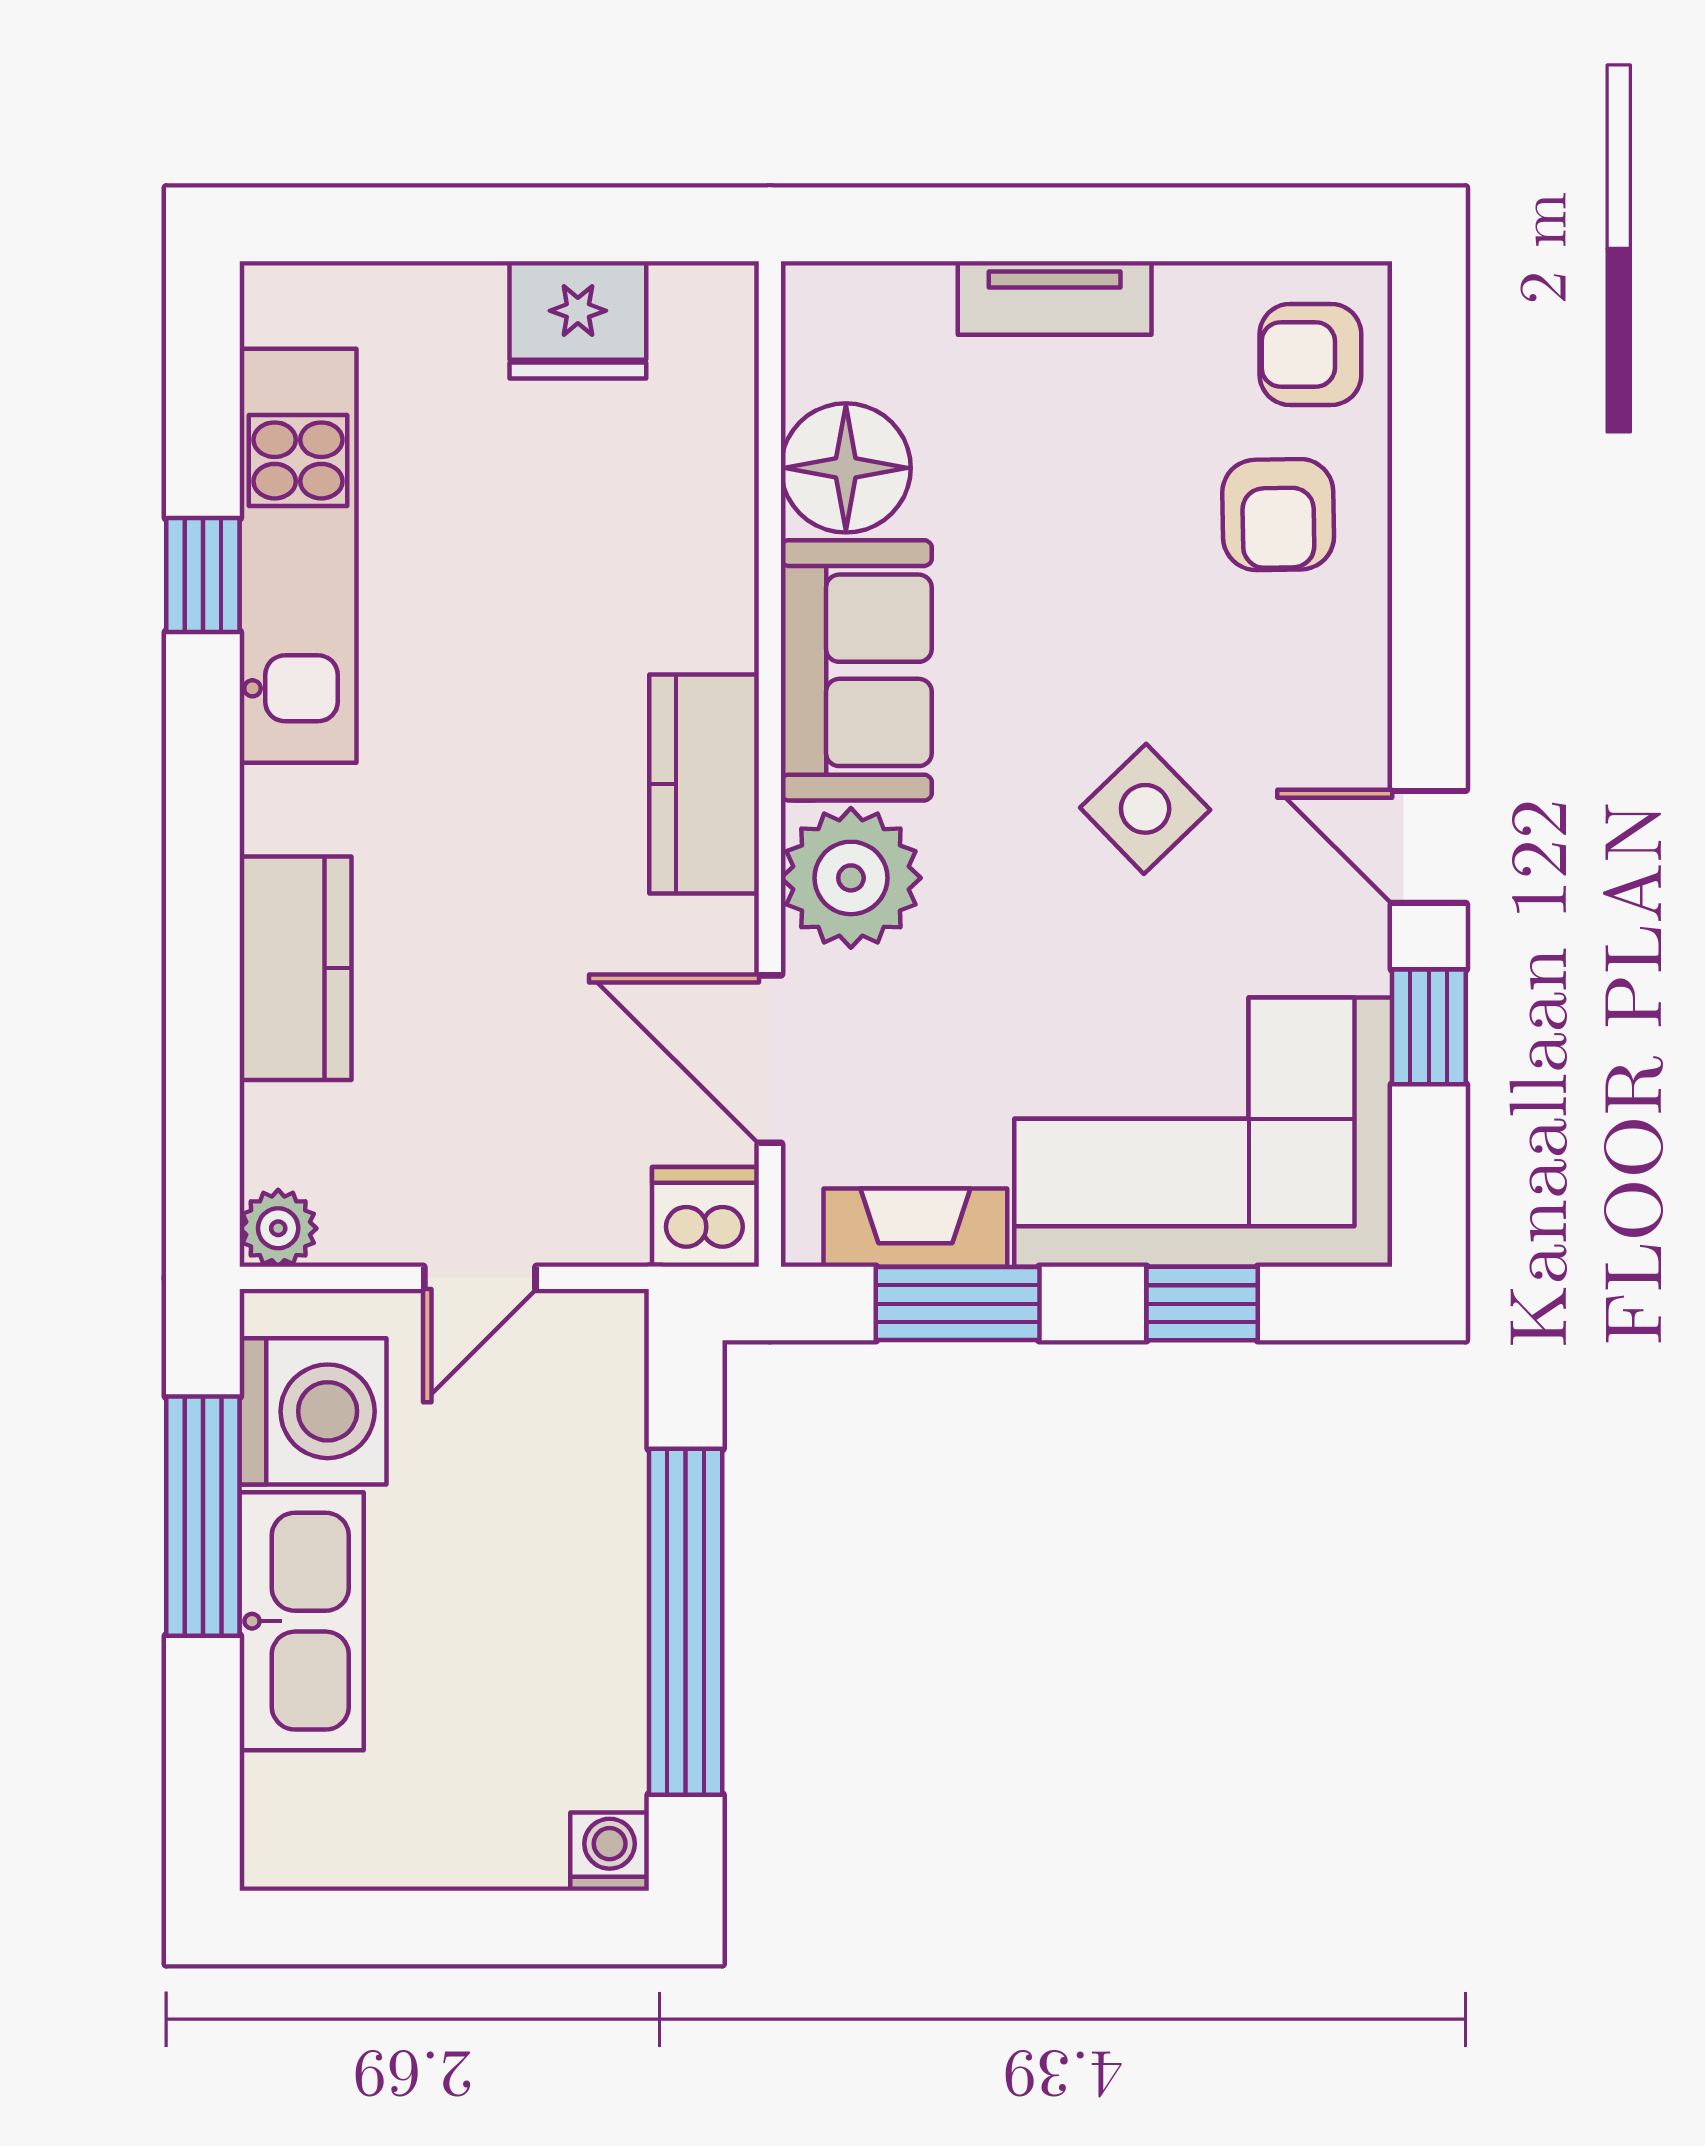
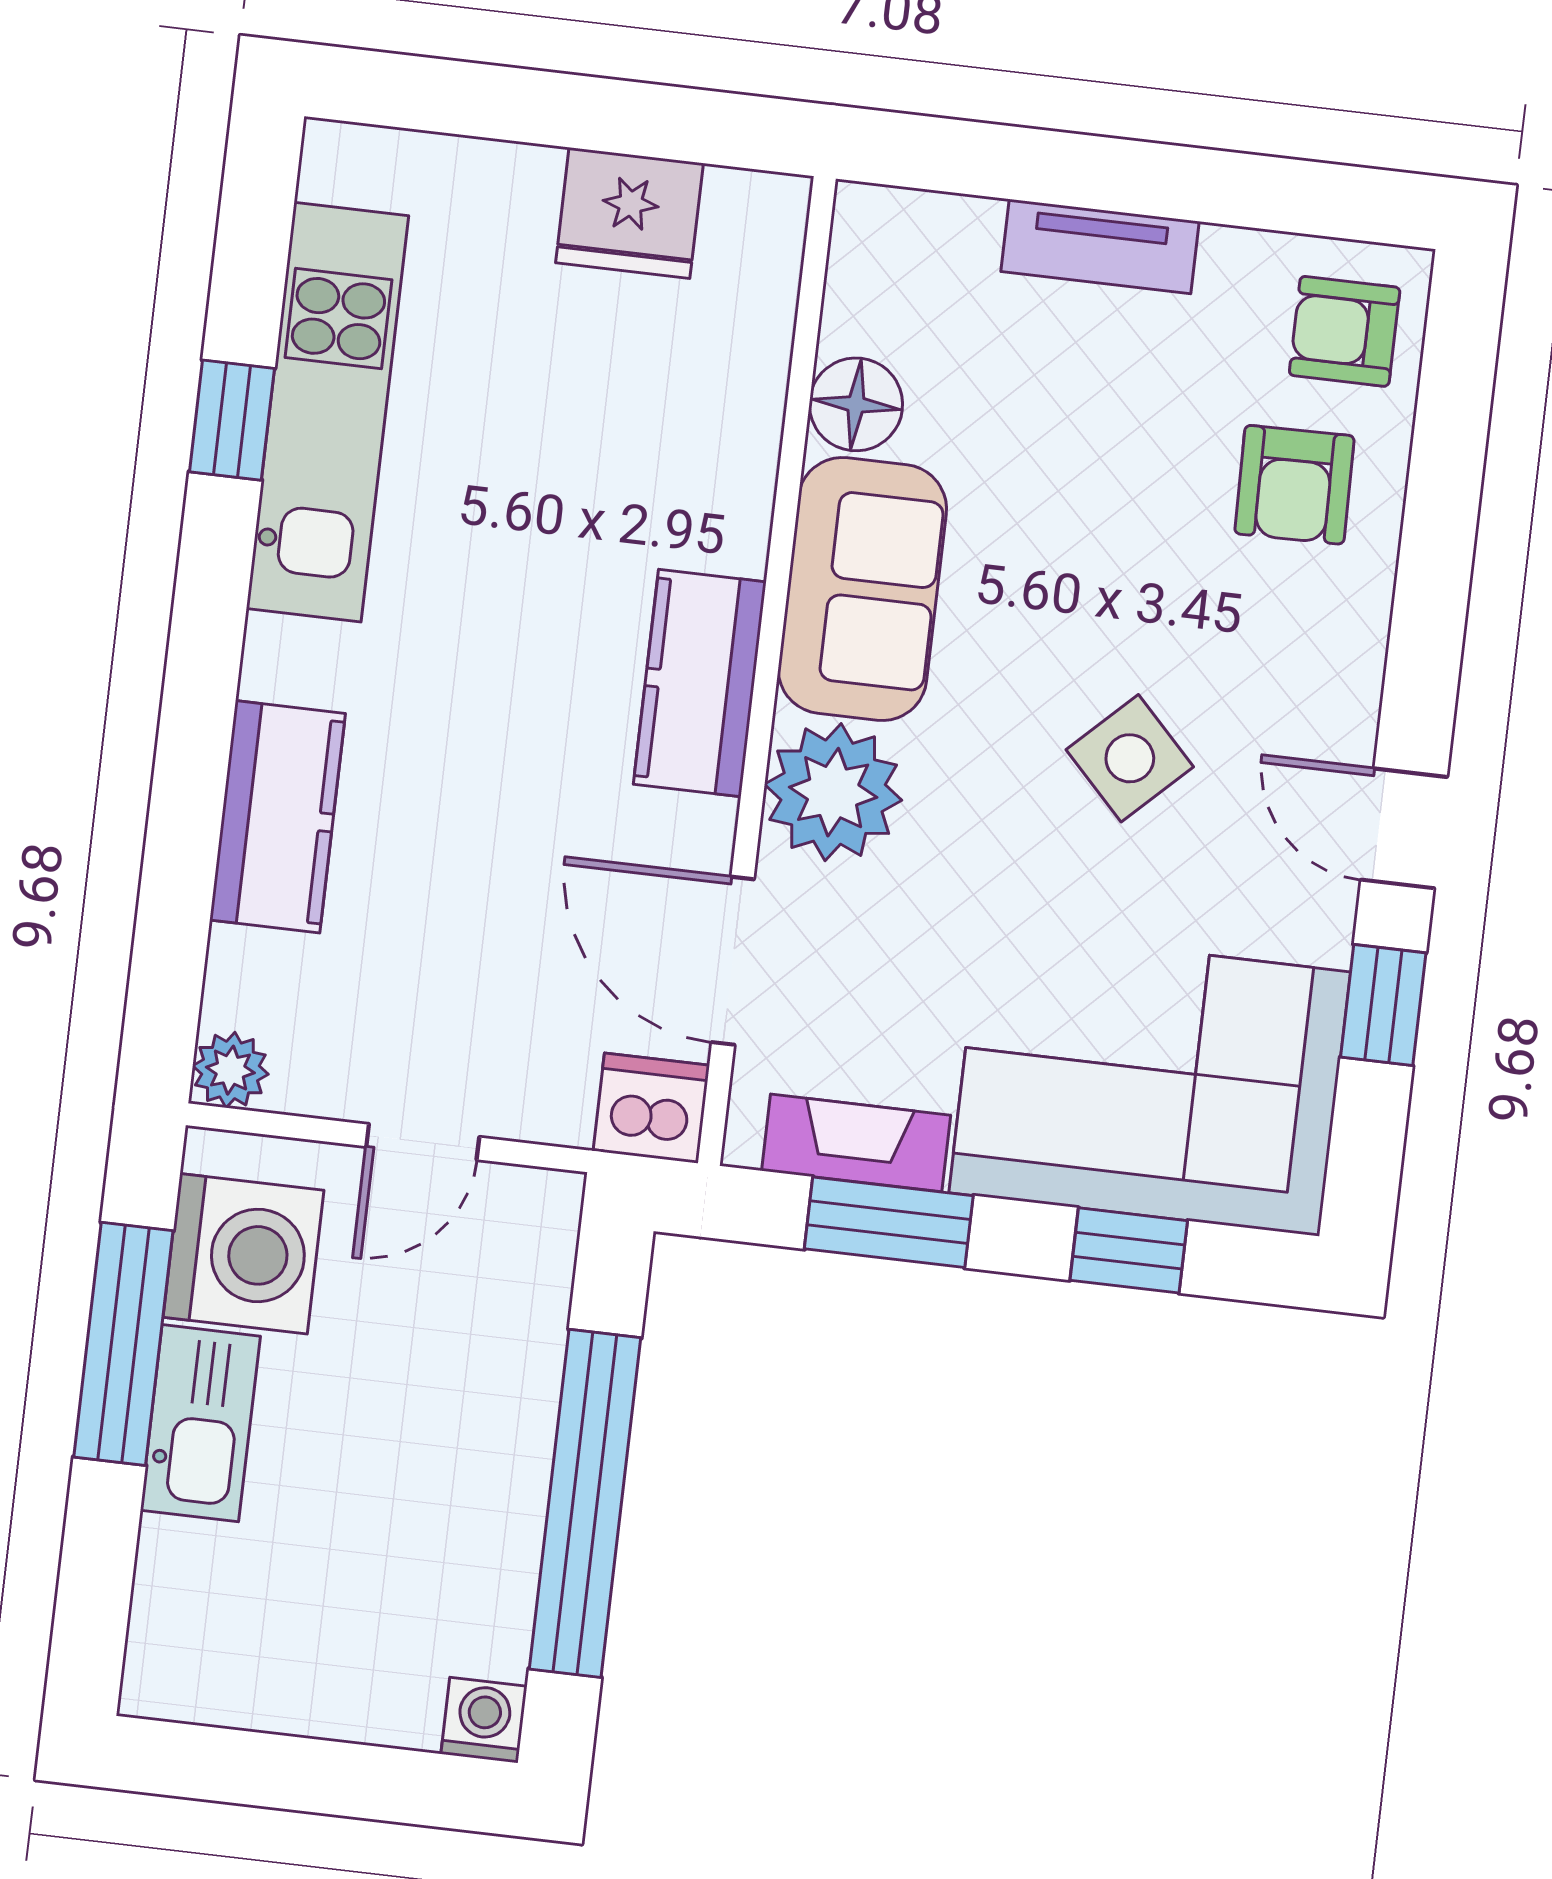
floor lamp: (846, 468) -> (856, 404), width x0.73, depth x0.73
kitchen sink: (302, 1621) -> (200, 1423), width x0.73, depth x0.81

